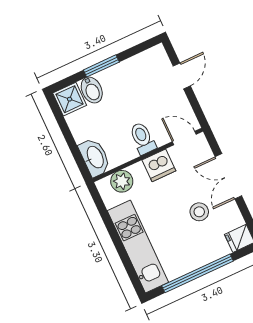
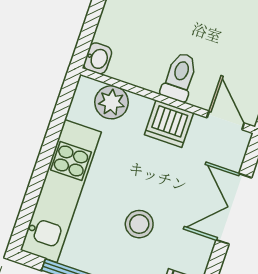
washbasin: (95, 157) -> (98, 58), width x0.52, depth x0.69
stool: (199, 212) -> (139, 224), moved

